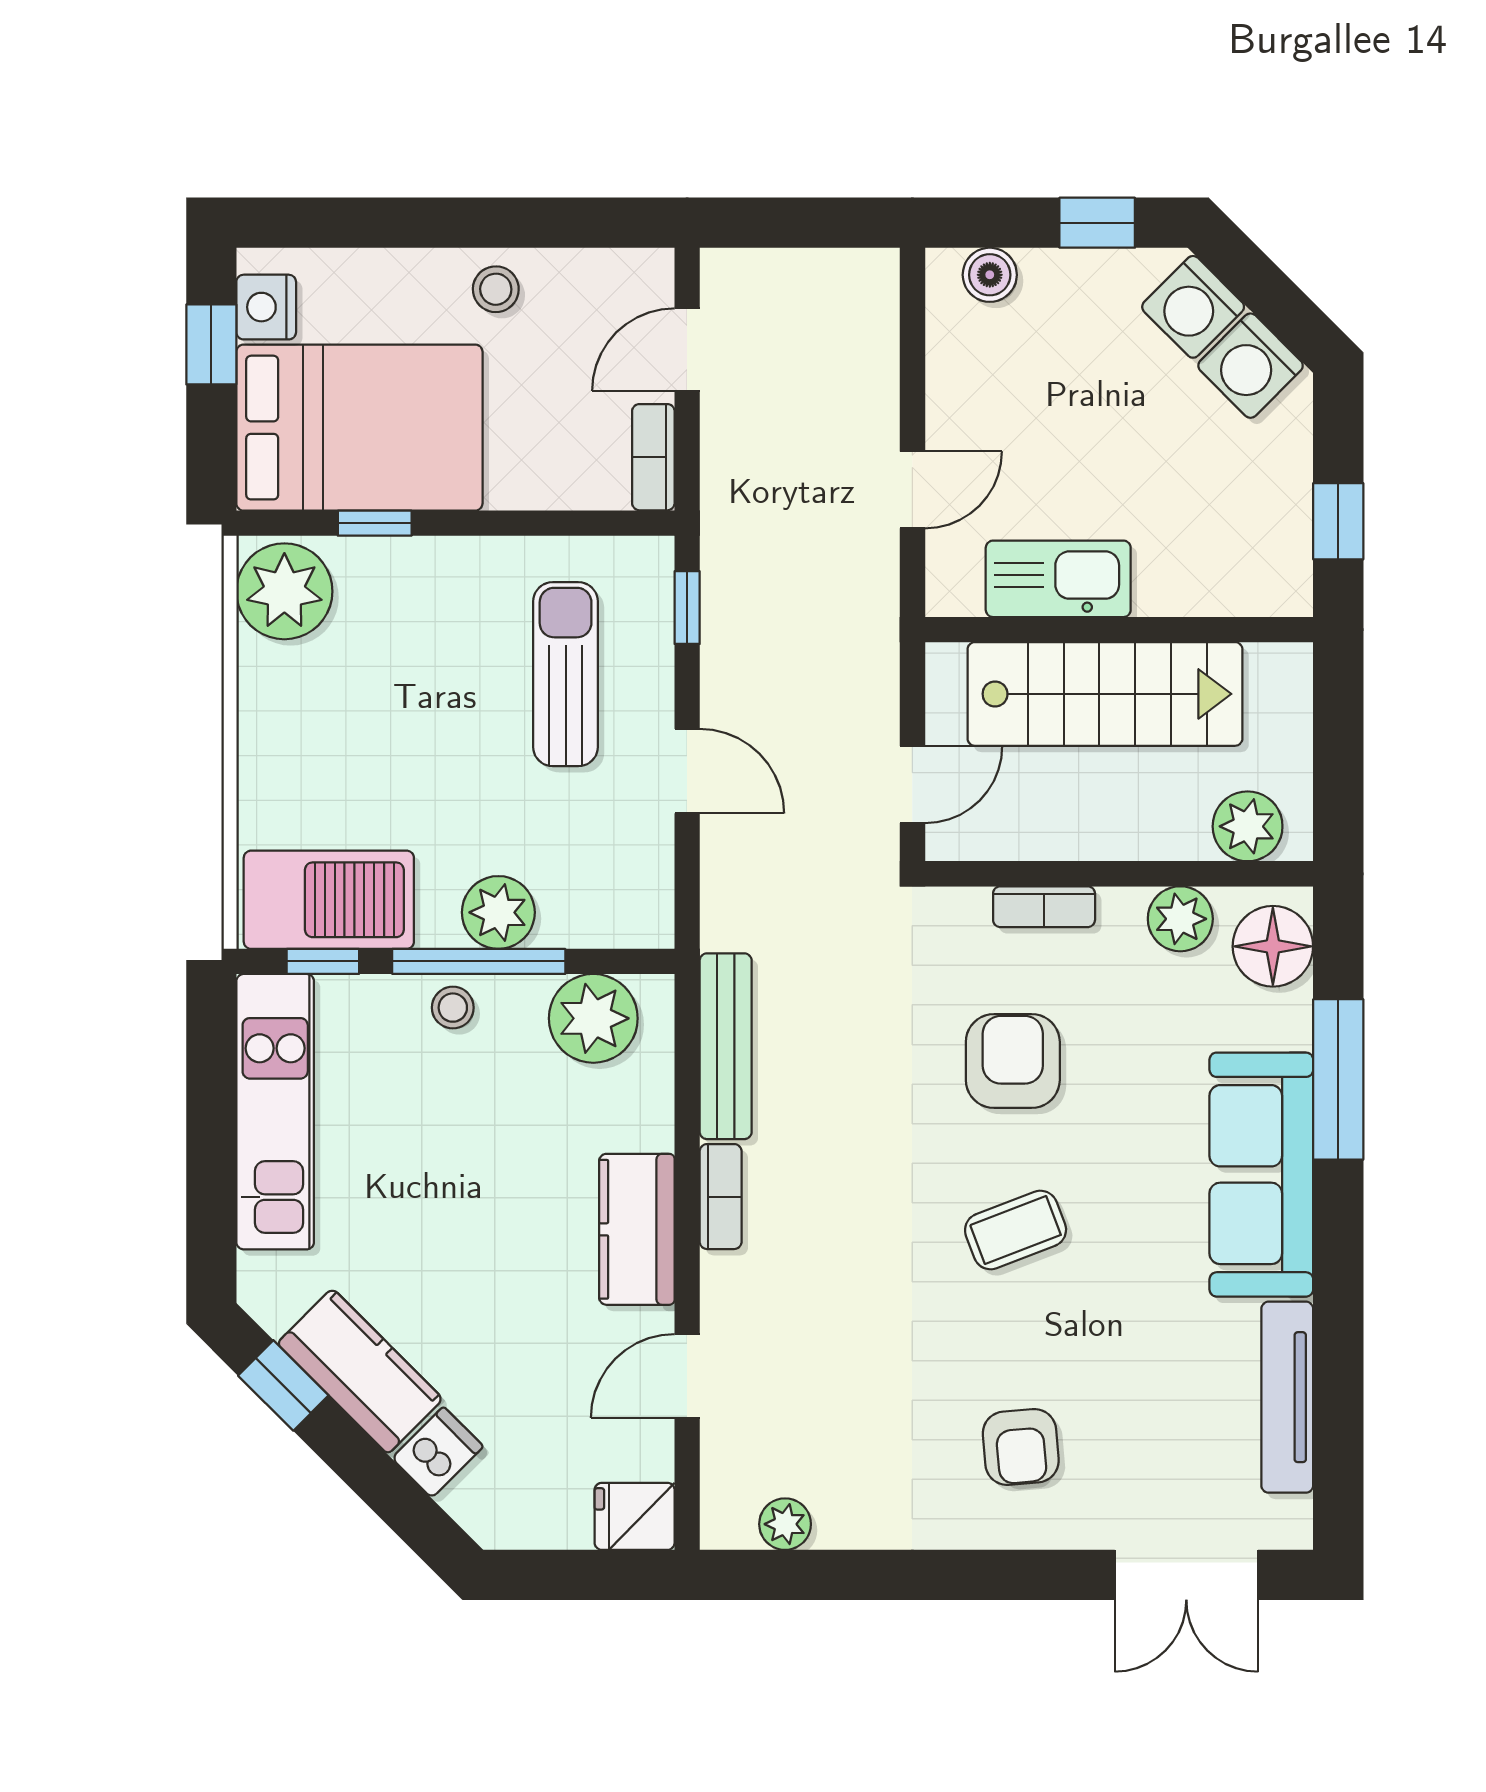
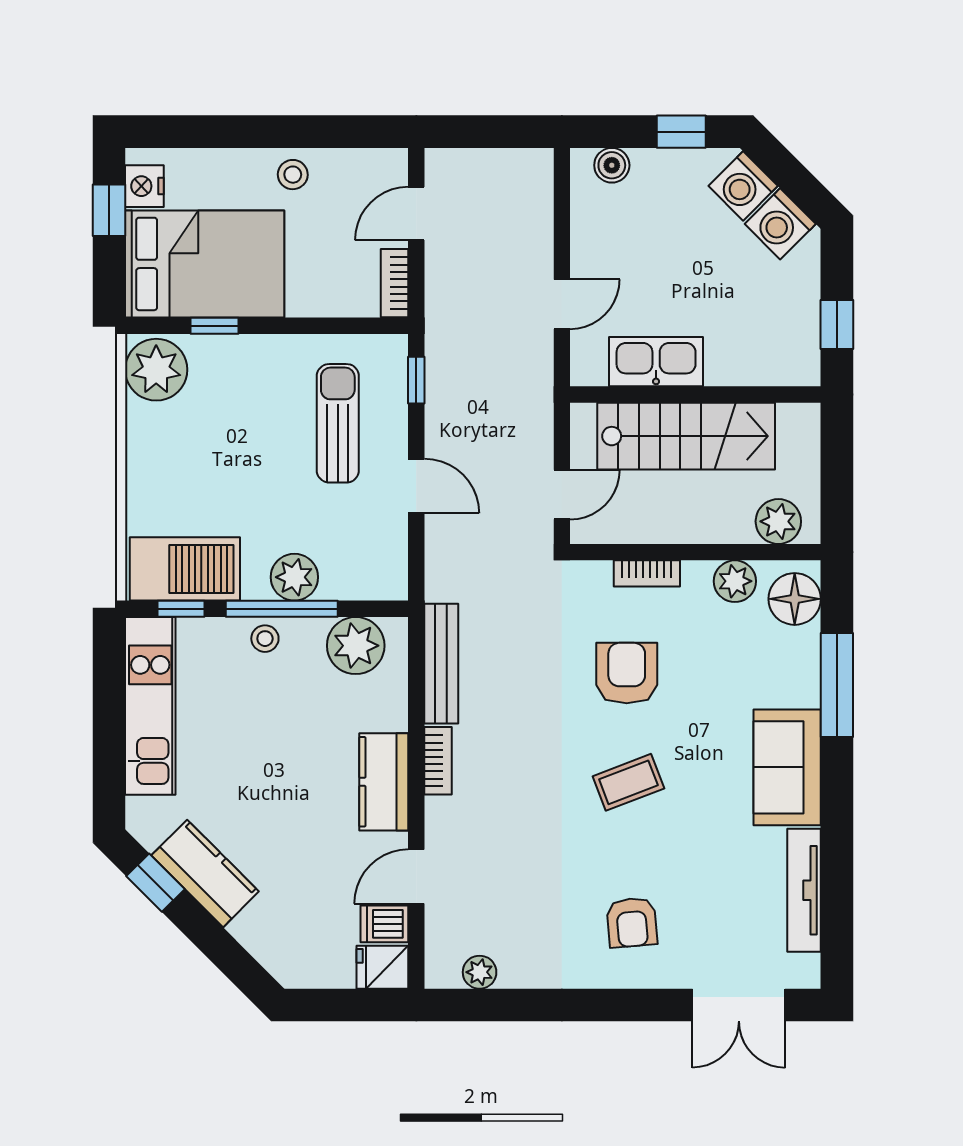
sofa: (1261, 1175) -> (787, 767), width x0.73
dishwasher: (438, 1452) -> (384, 924), moved, turned -135

